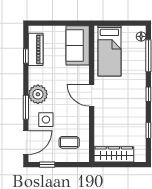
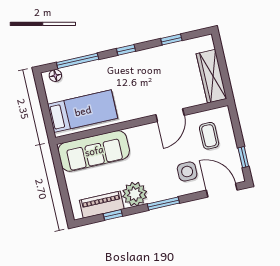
sofa: (78, 45) -> (94, 151), width x1.36
plant: (38, 94) -> (135, 194), moved
door: (92, 95) -> (170, 115), moved
window: (26, 107) -> (163, 203), moved

